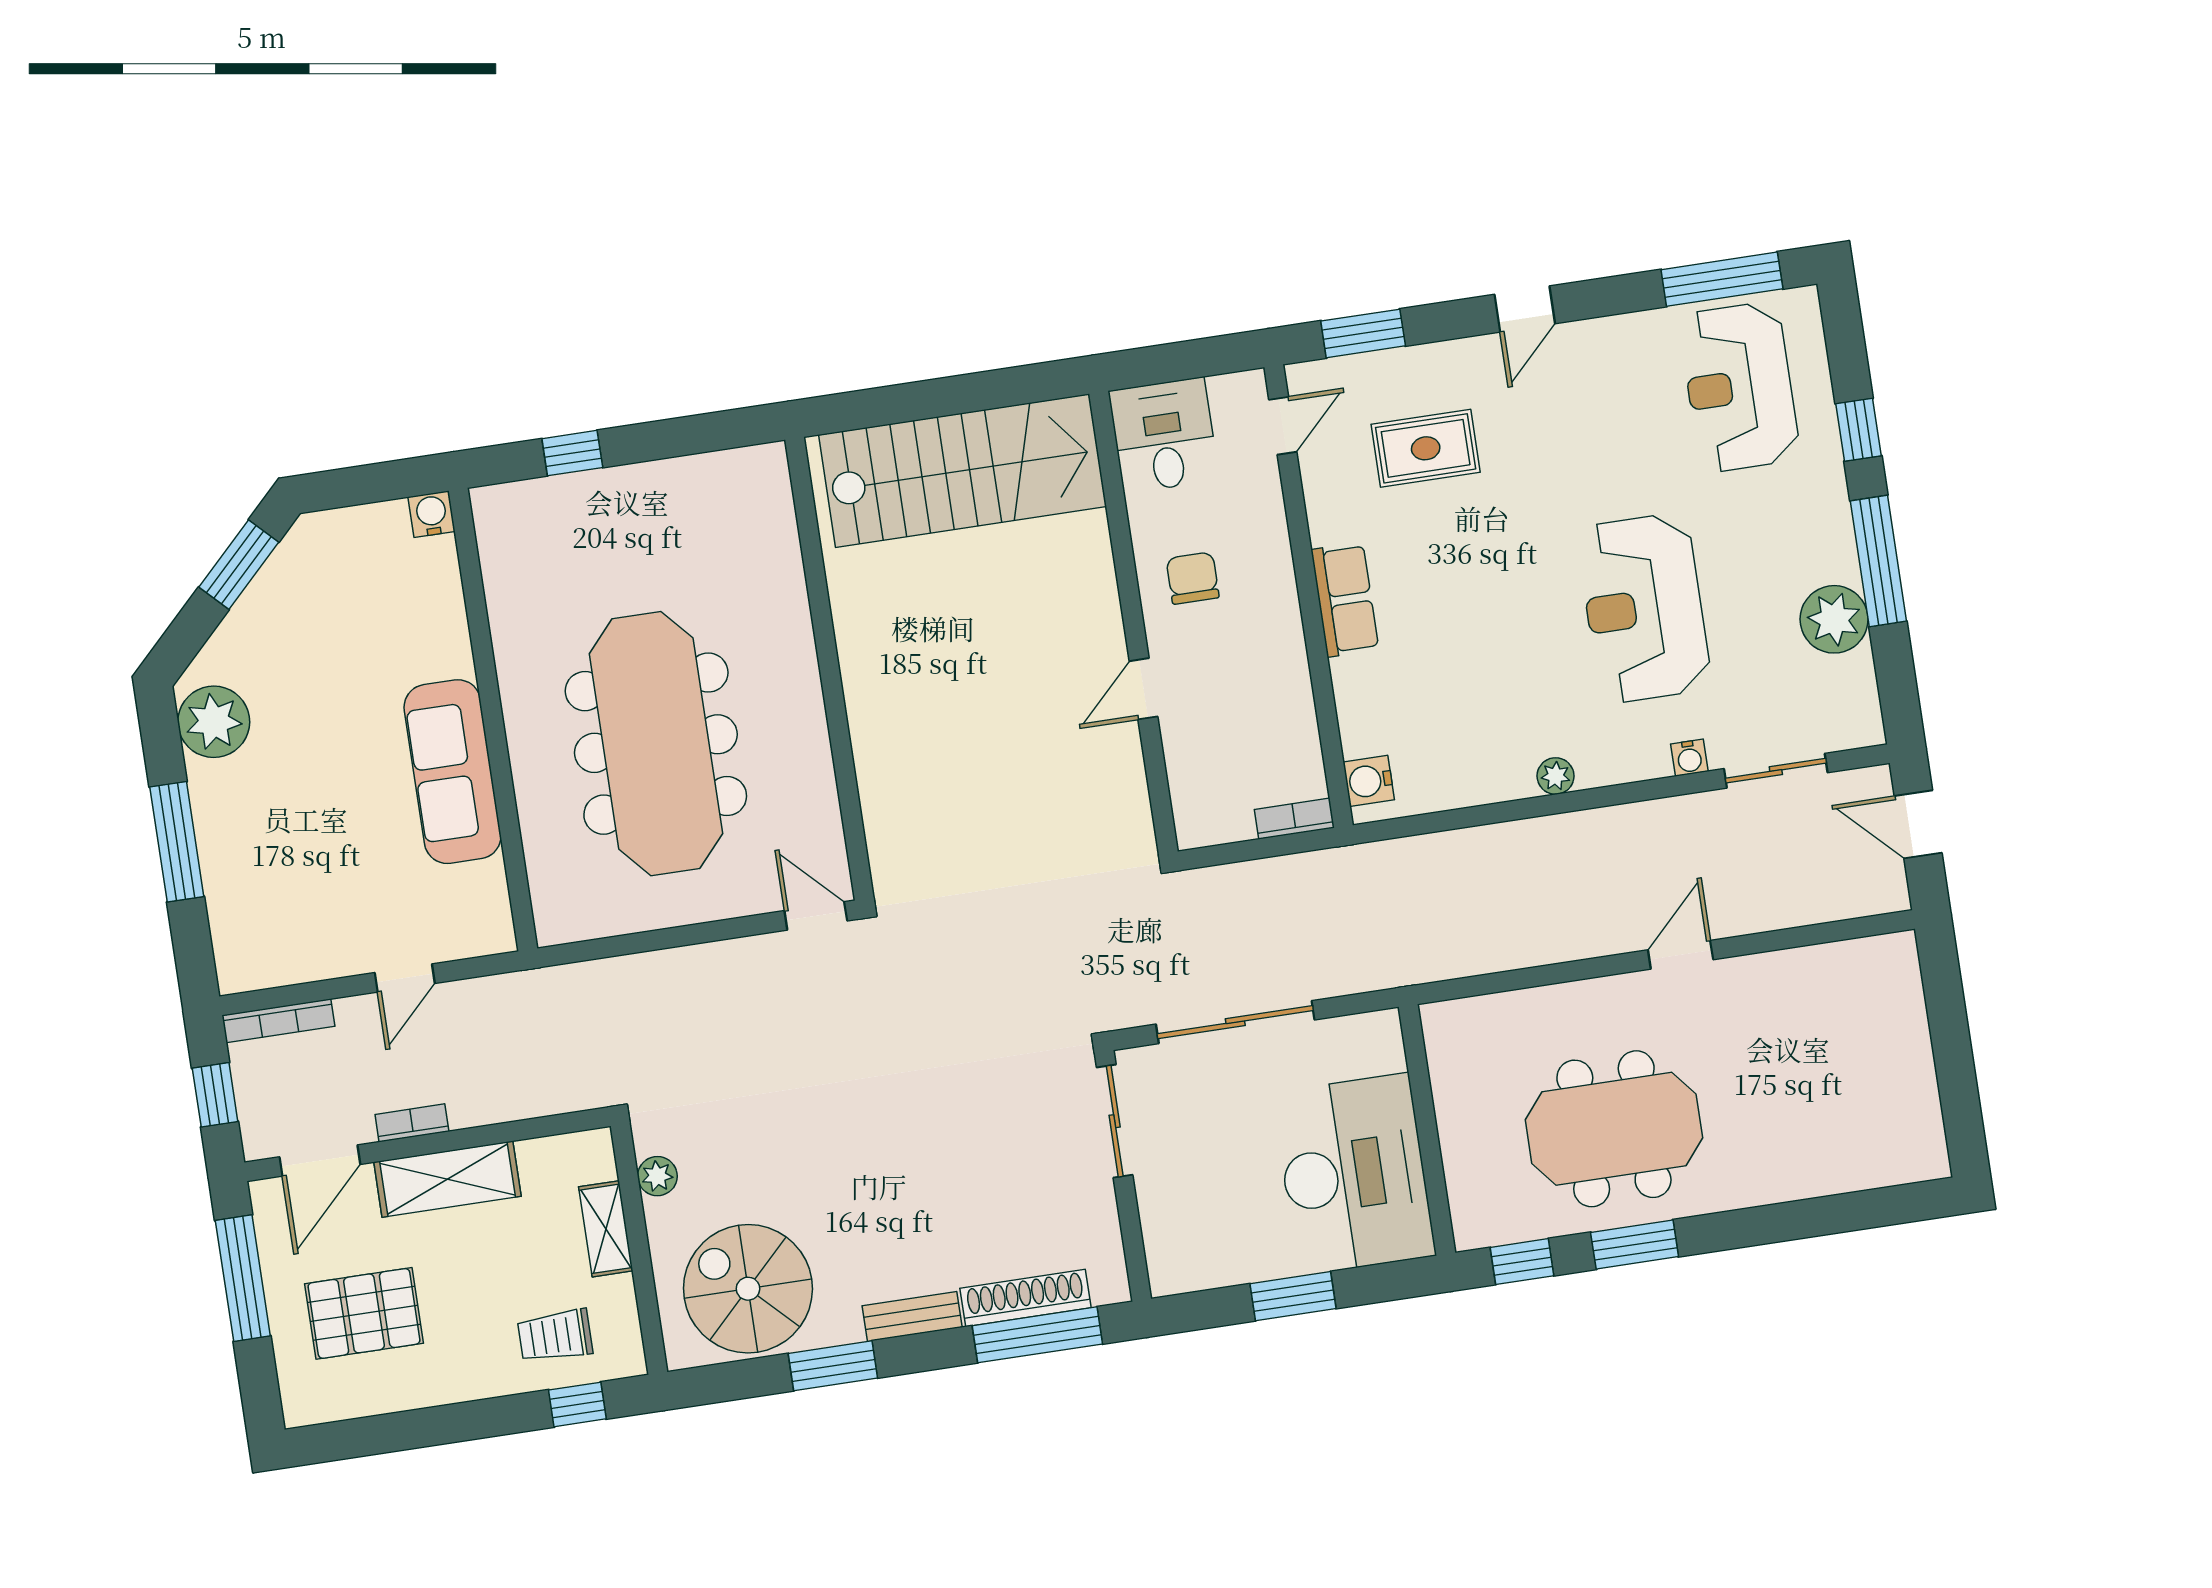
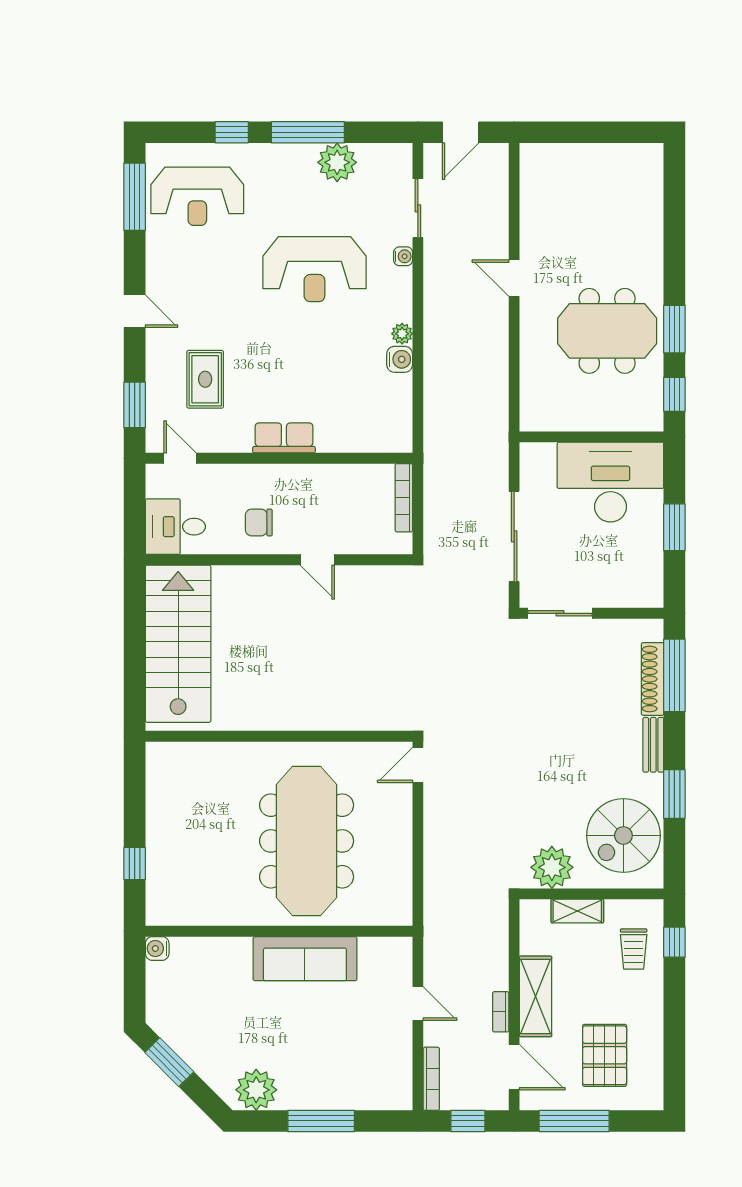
meeting table: (656, 744) -> (307, 841), turned 90
water cooler: (1369, 781) -> (400, 359), moved, turned -90
bookcase: (1294, 819) -> (404, 498), width x1.56
meeting table: (1614, 1129) -> (607, 331), turned 90
plant: (657, 1176) -> (552, 867), width x1.87, depth x1.87

